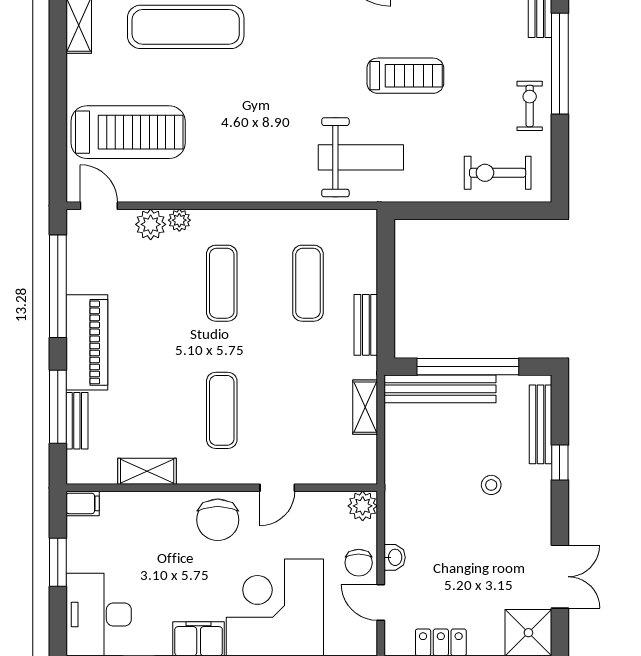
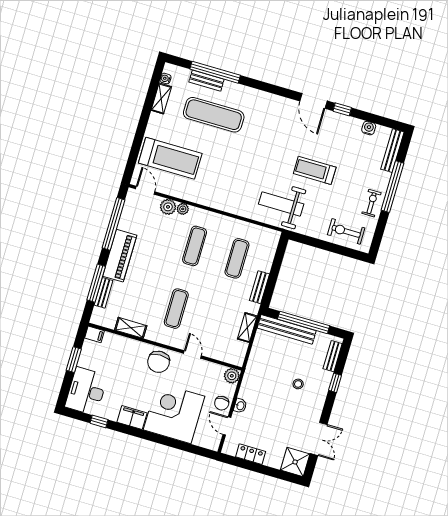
treadmill: (405, 76) -> (315, 170), turned 180
weight bench: (361, 157) -> (281, 204), turned 180
bench: (541, 424) -> (333, 356), width x0.73
door: (277, 488) -> (192, 355), swing flipped

